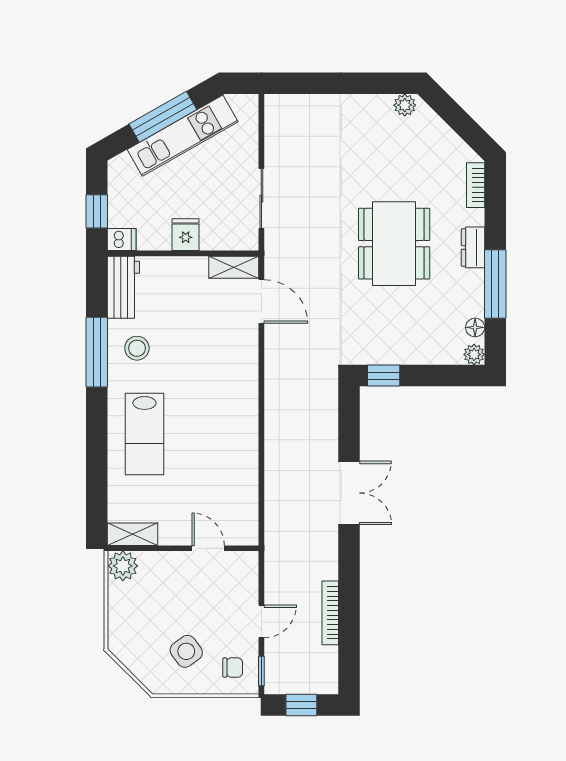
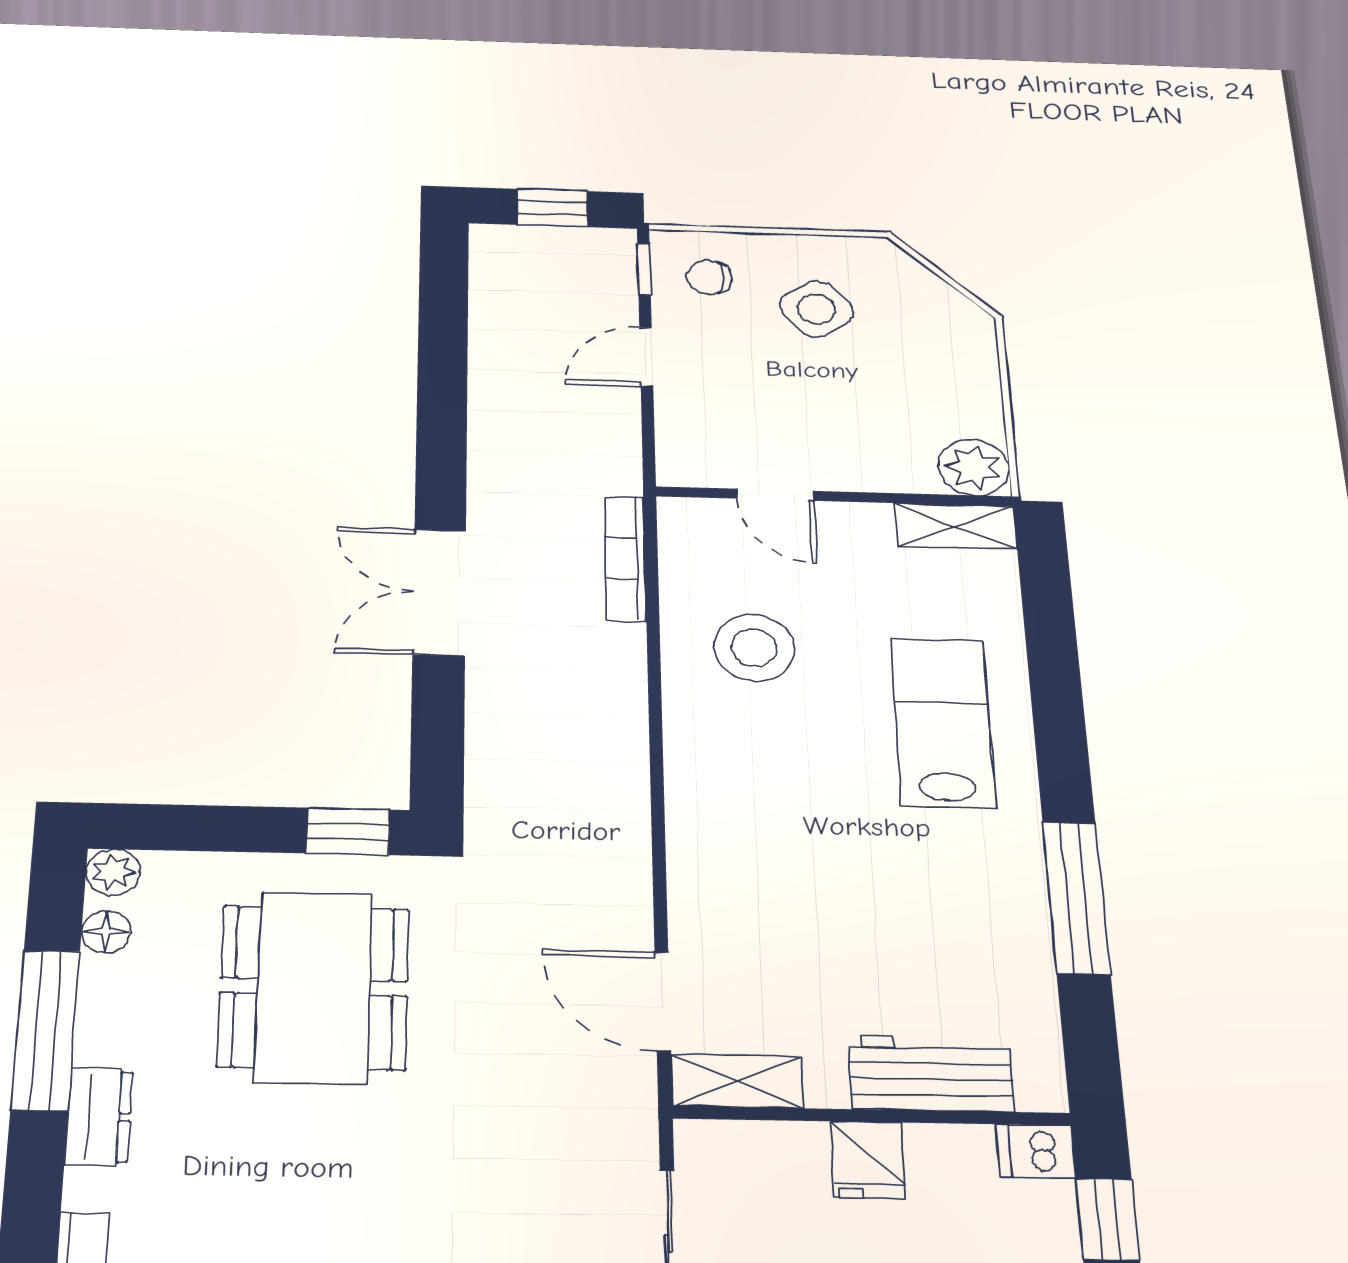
dining table: (394, 244) -> (314, 987), moved
workbench: (123, 287) -> (931, 1073), moved, turned 90
stool: (137, 348) -> (754, 648), moved, width x1.38, depth x1.38
bookcase: (330, 613) -> (625, 558), moved, turned 180

